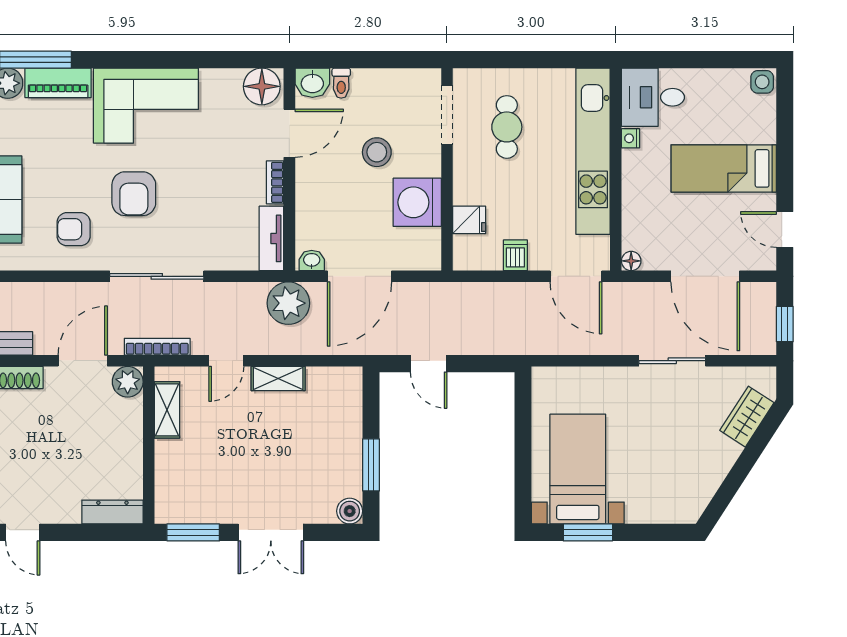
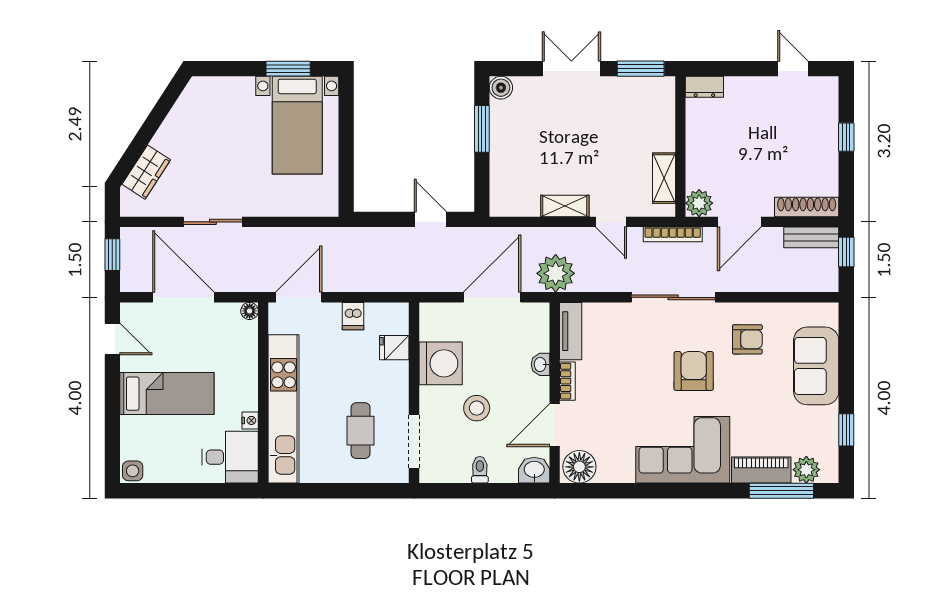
toilet: (341, 83) -> (480, 470), moved
washbasin: (312, 260) -> (541, 364), moved, turned 90
door: (576, 276) -> (299, 297), hinge flipped
door: (226, 361) -> (611, 222), swing flipped
dresser: (112, 512) -> (704, 87), width x0.70

